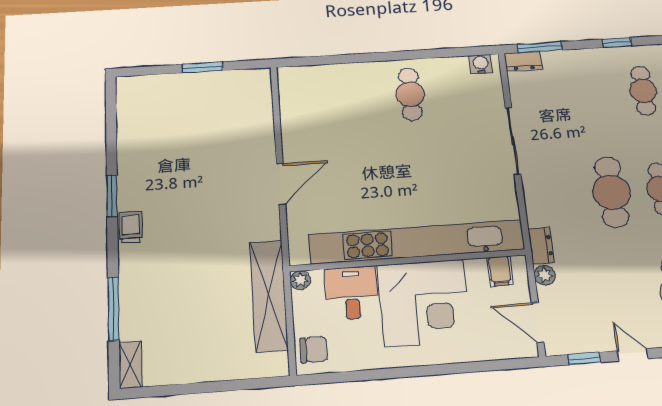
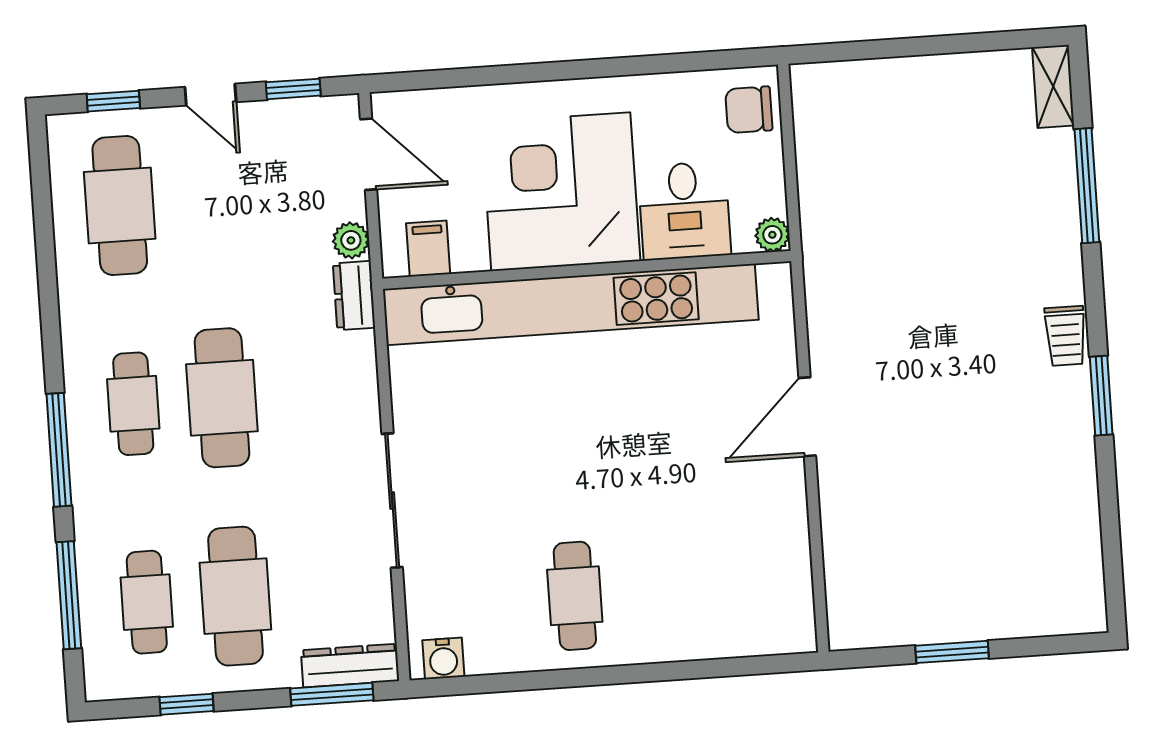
dresser: (523, 61) -> (350, 666), width x1.44
cafe table: (595, 94) -> (235, 596), added
shelving: (269, 296) -> (825, 207), removed

